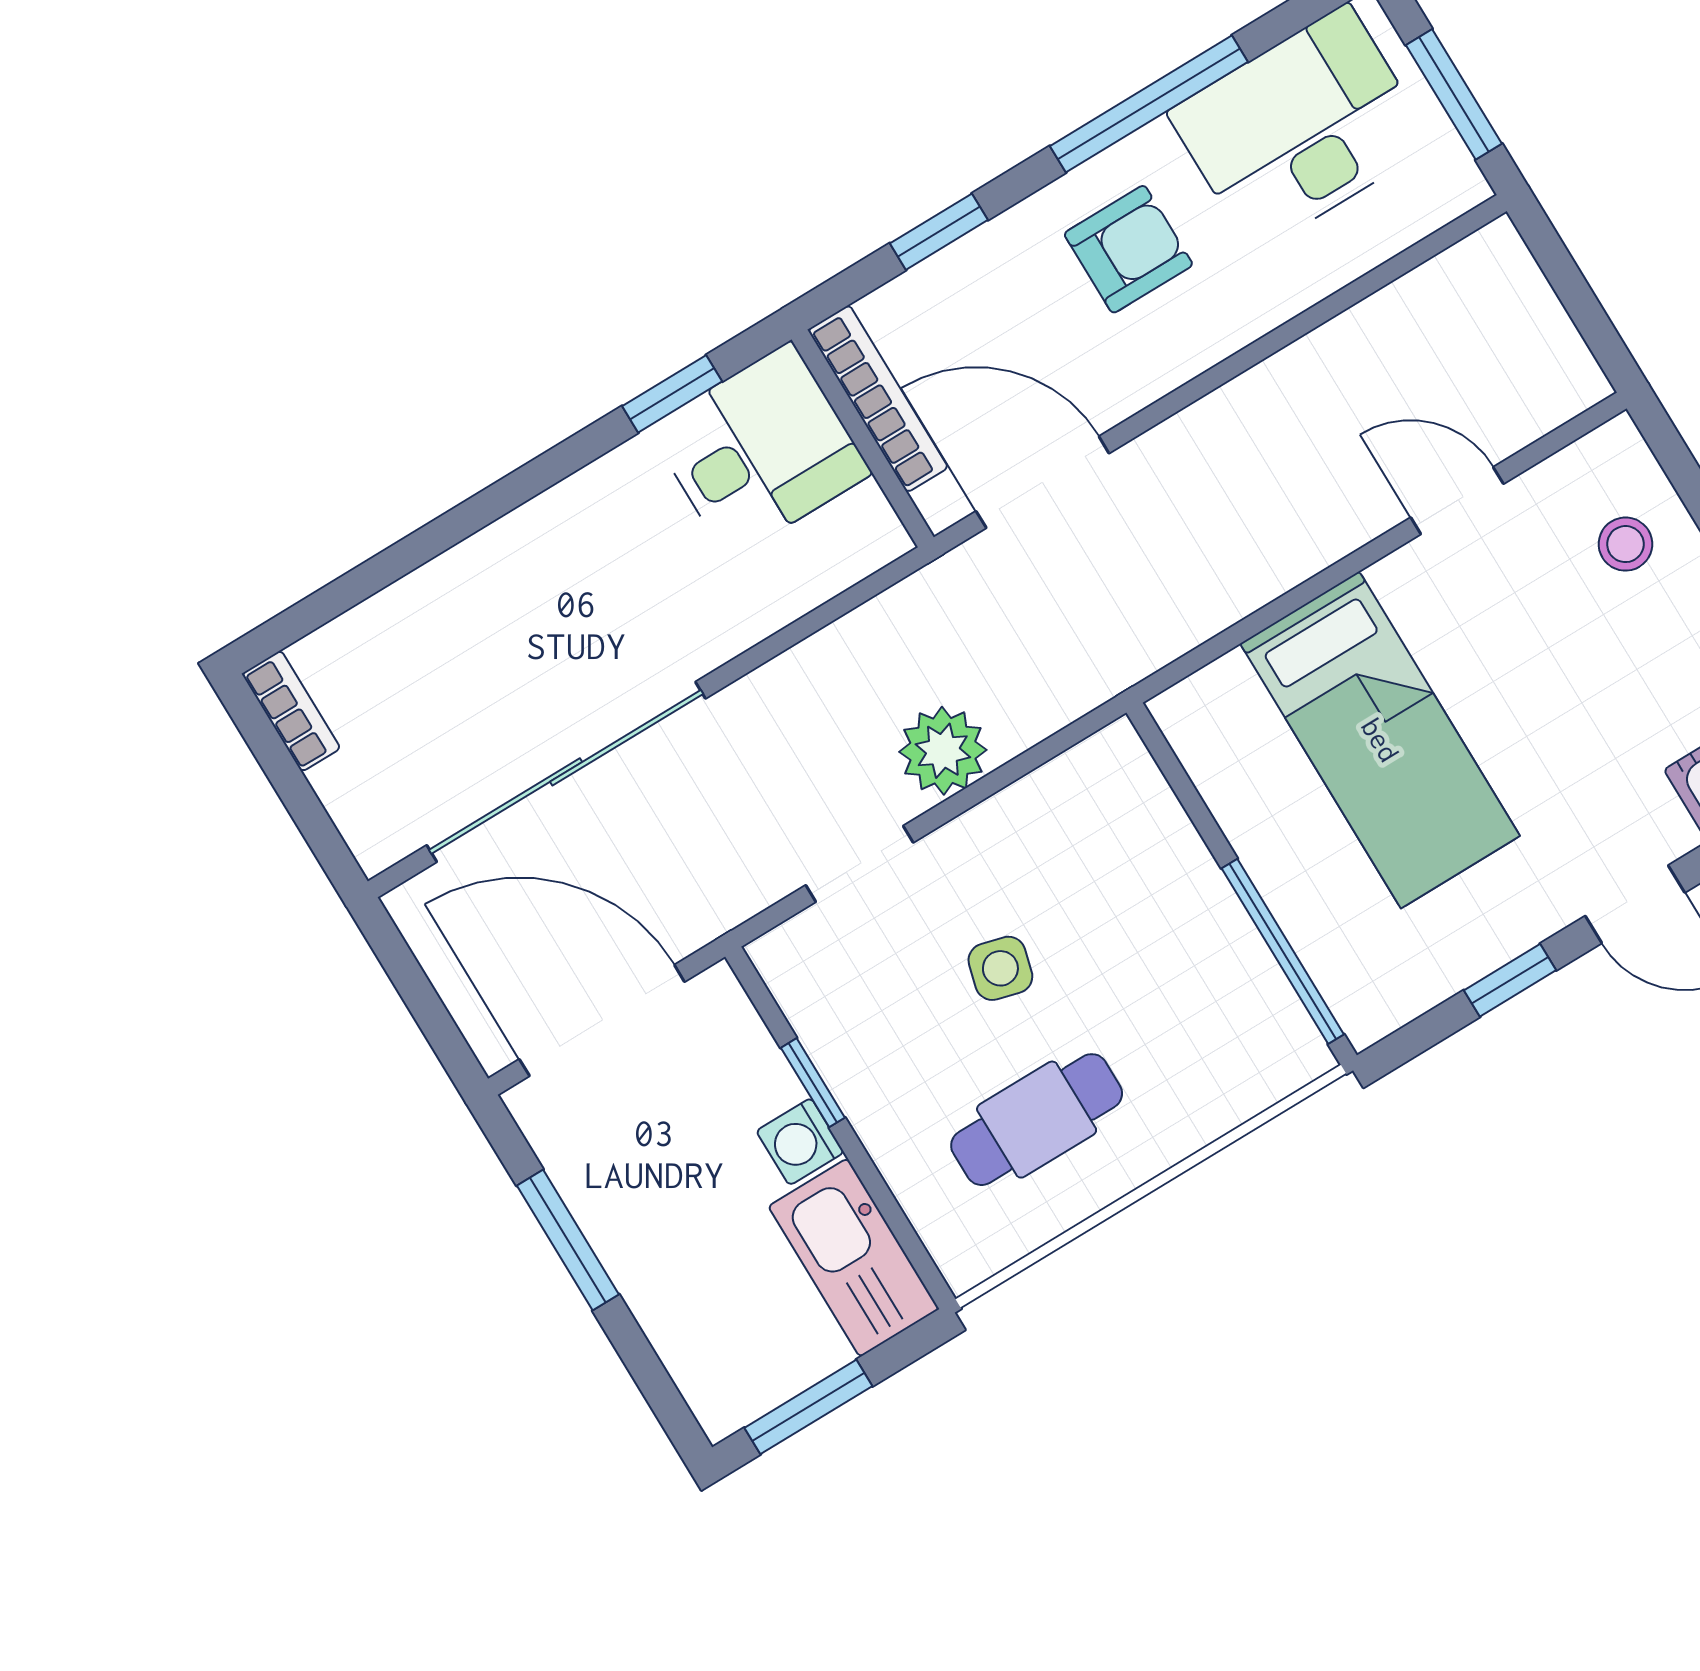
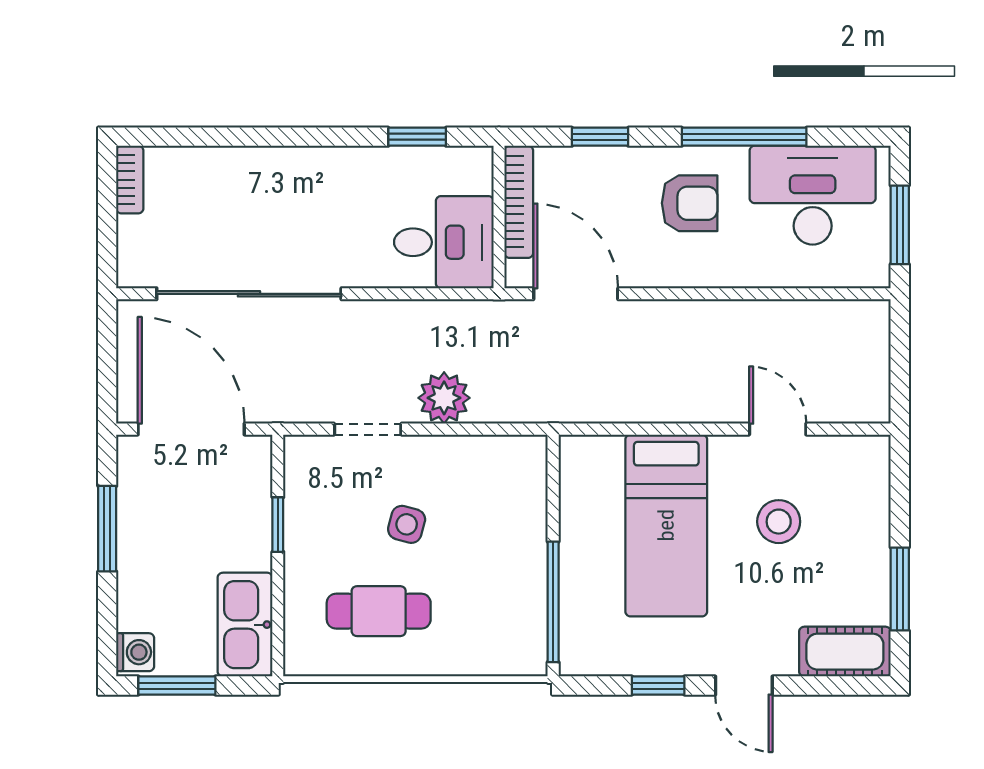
desk: (760, 451) -> (444, 242), moved
stool: (1625, 544) -> (779, 522), moved, width x1.37, depth x1.37
washing machine: (800, 1142) -> (135, 652), moved, turned 180

